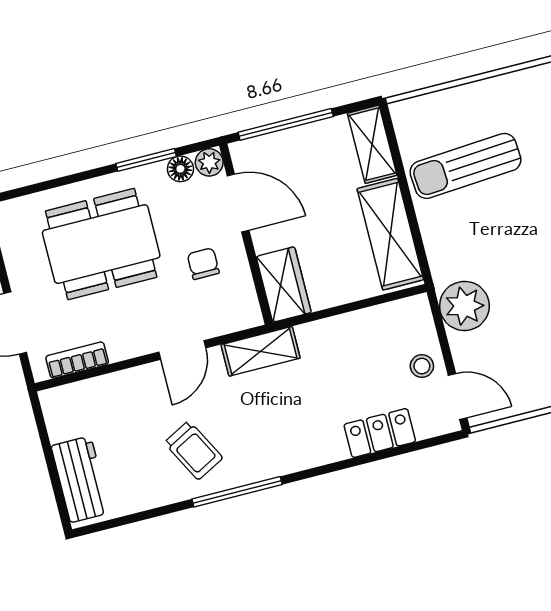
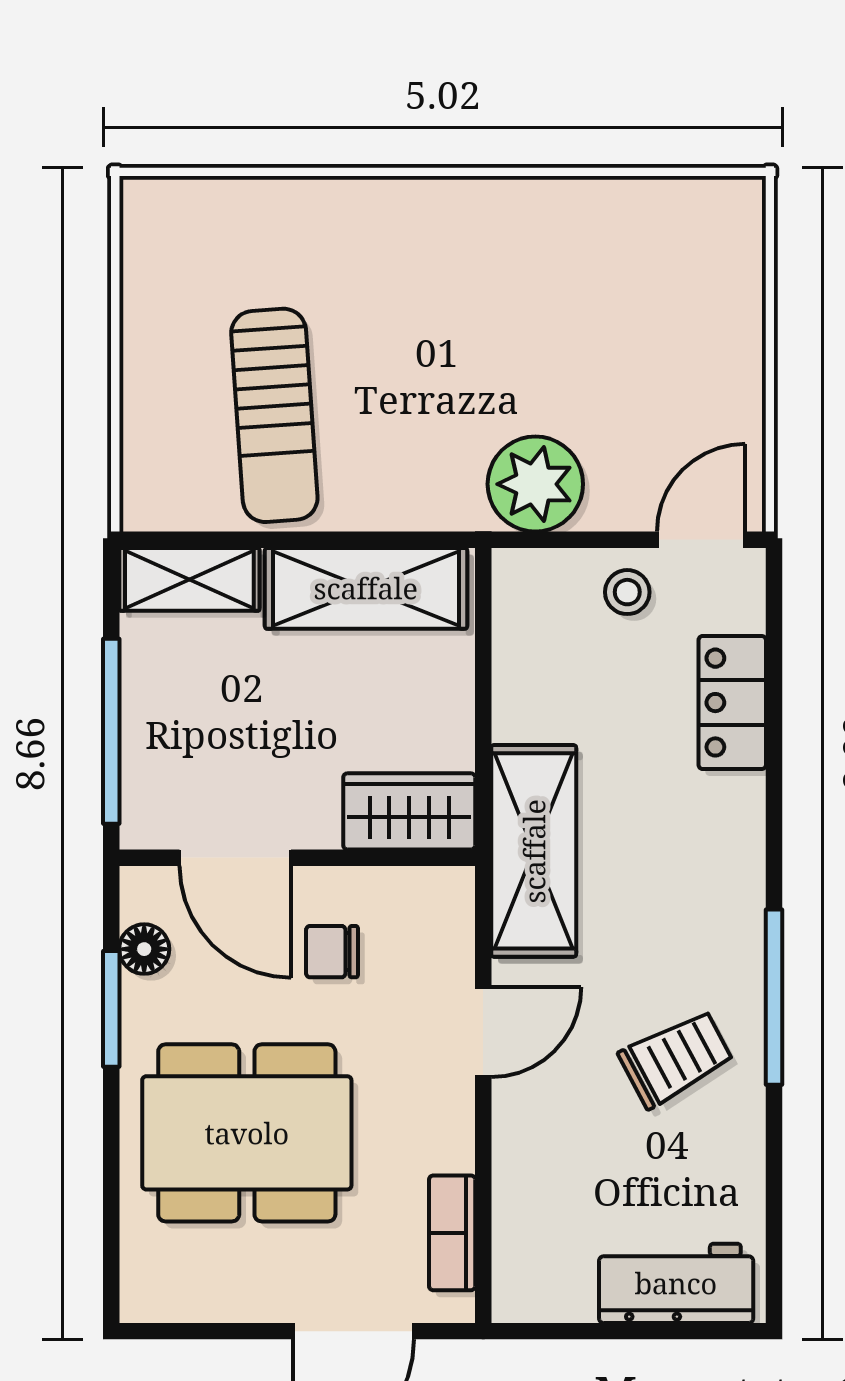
plant: (209, 162) -> (146, 892), removed
door: (238, 203) -> (235, 858), swing flipped
dining table: (101, 244) -> (247, 1133), turned 90
door: (182, 350) -> (483, 1032), hinge flipped
shelving: (261, 351) -> (534, 851), width x1.50, depth x1.33

